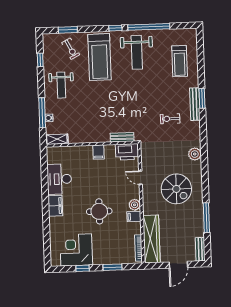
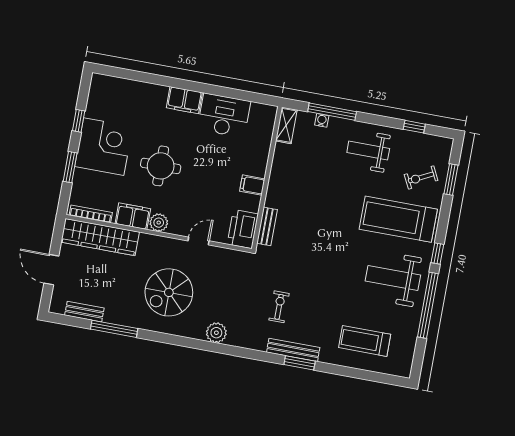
filing cabinet: (134, 217) -> (133, 216), width x2.00
bench: (200, 249) -> (84, 312), moved
corner desk: (76, 250) -> (104, 147), moved

